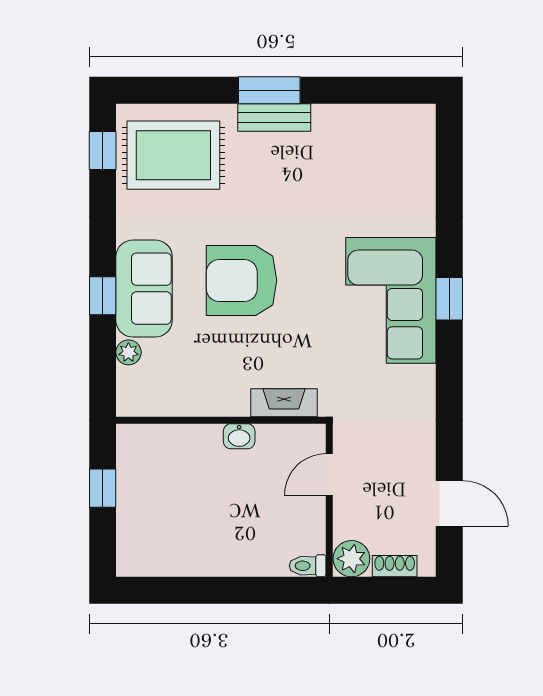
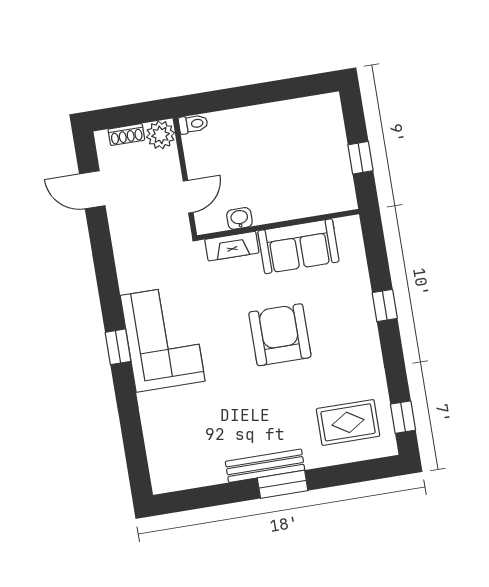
bench: (274, 118) -> (265, 466), width x1.36
rug: (173, 155) -> (348, 422), width x0.73, depth x0.70
armchair: (242, 280) -> (280, 335), turned -90
sofa: (144, 289) -> (298, 246), moved, turned -90
plant: (128, 352) -> (358, 265), removed
washbasin: (239, 436) -> (239, 218), moved

